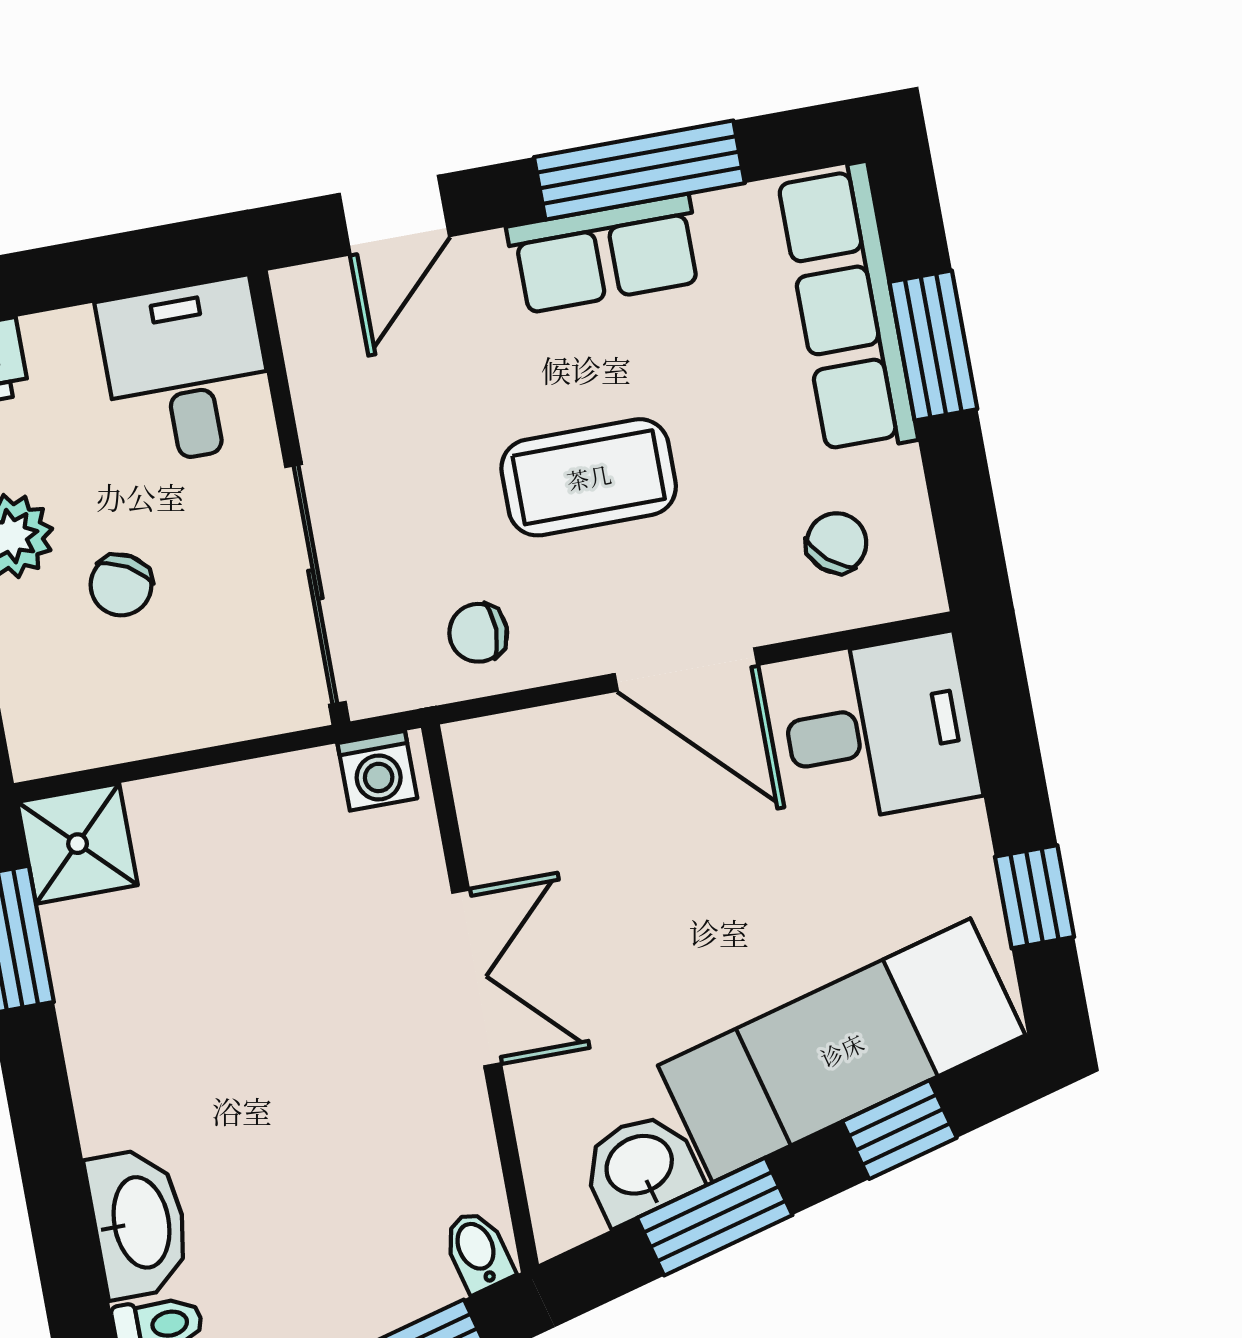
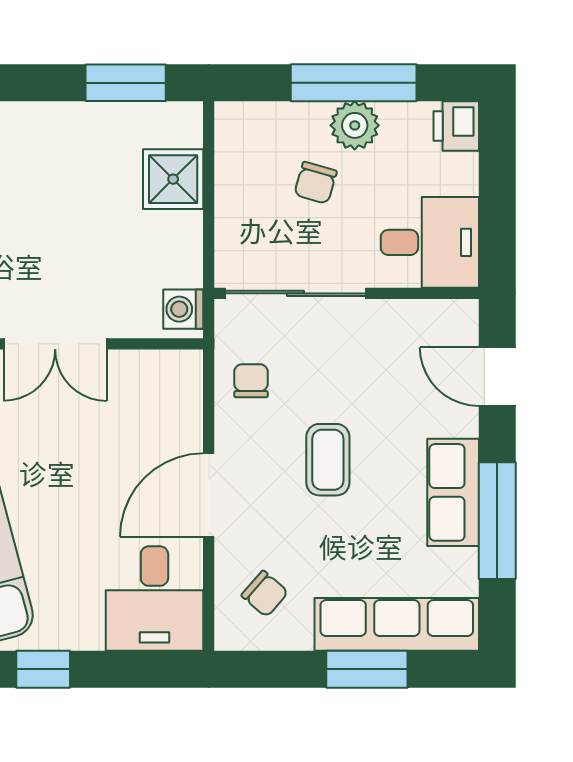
coffee table: (589, 477) -> (328, 460), width x0.73, depth x0.77
chair: (121, 585) -> (315, 183), turned -104
shower: (78, 844) -> (173, 179), moved

